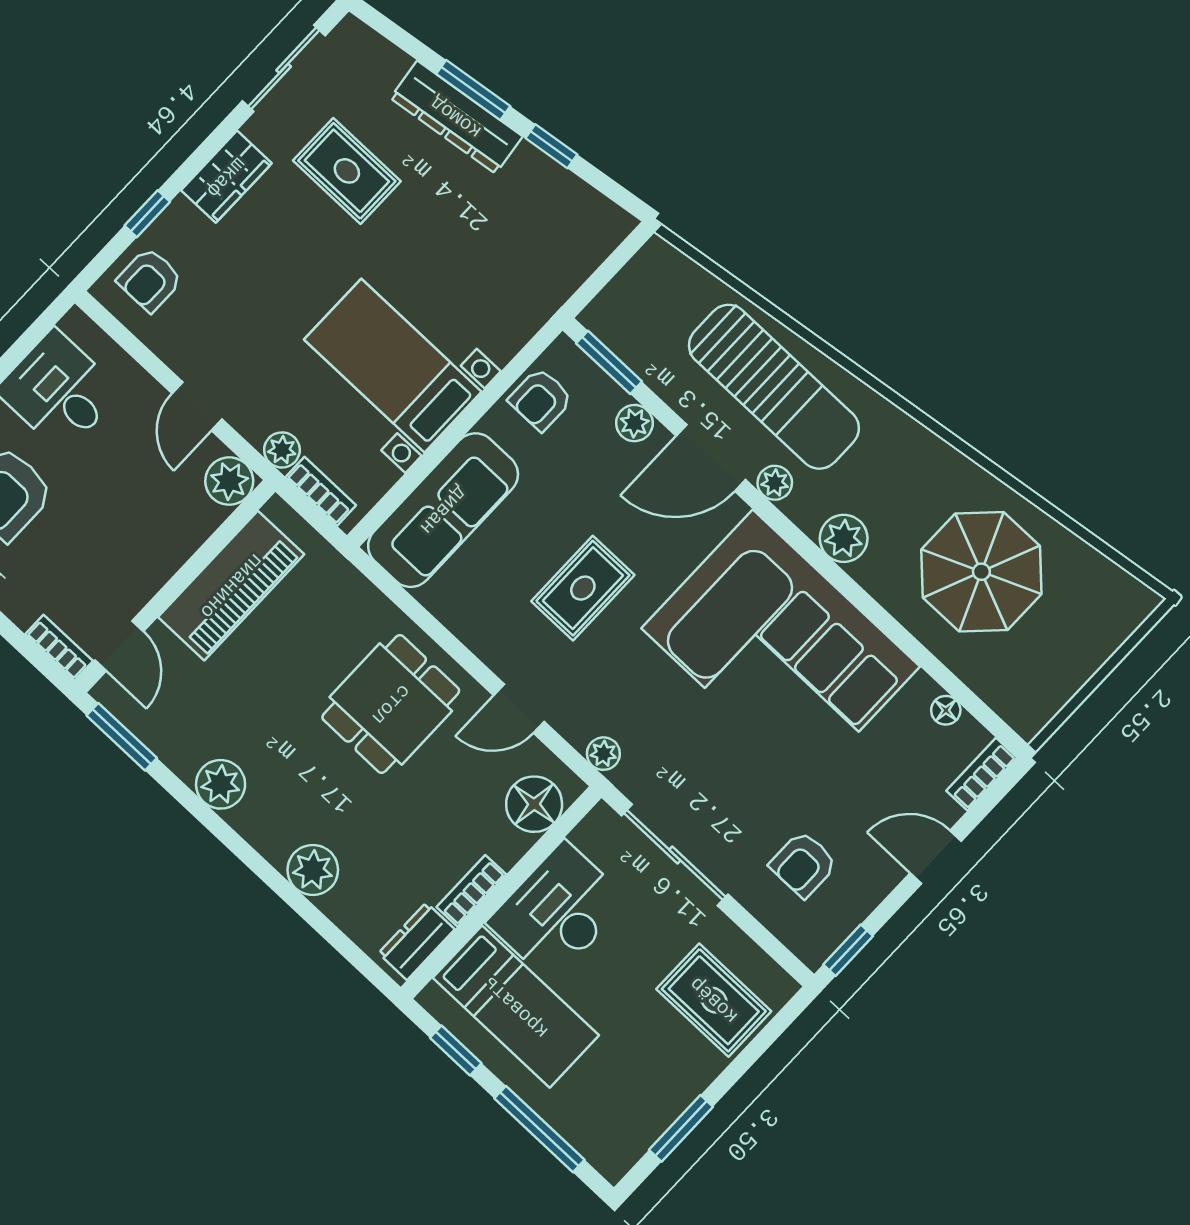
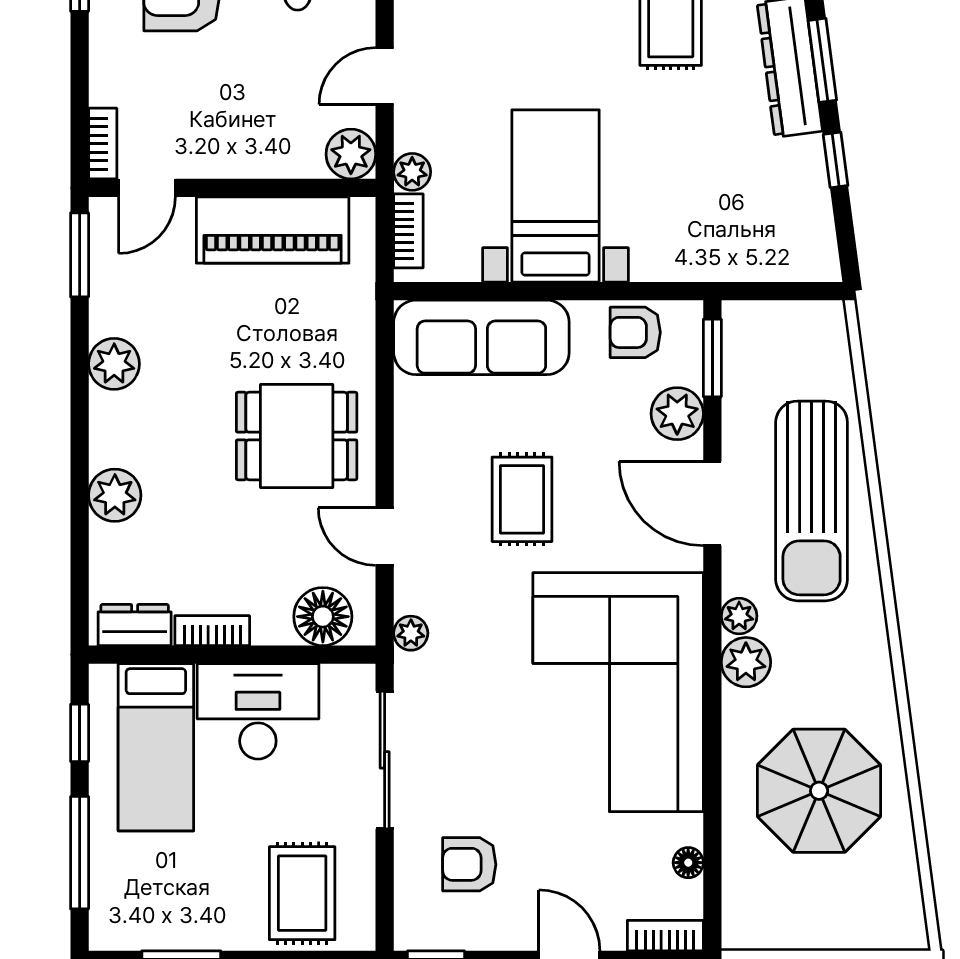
plant: (634, 423) -> (677, 414), width x1.38, depth x1.38
plant: (775, 483) -> (739, 616), moved
rug: (583, 588) -> (522, 499), turned 90

